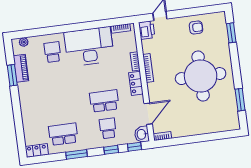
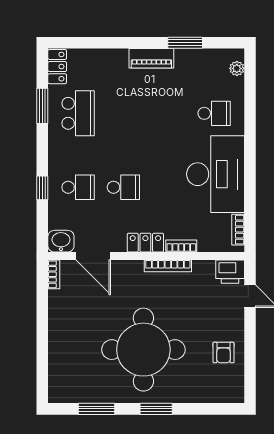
window: (231, 33) -> (156, 409), moved
piano: (21, 68) -> (151, 58), moved
school desk: (104, 101) -> (123, 187), width x0.54
window: (134, 147) -> (42, 227), removed
window: (77, 154) -> (42, 106), moved

